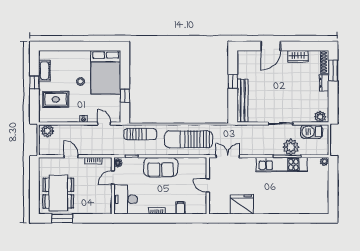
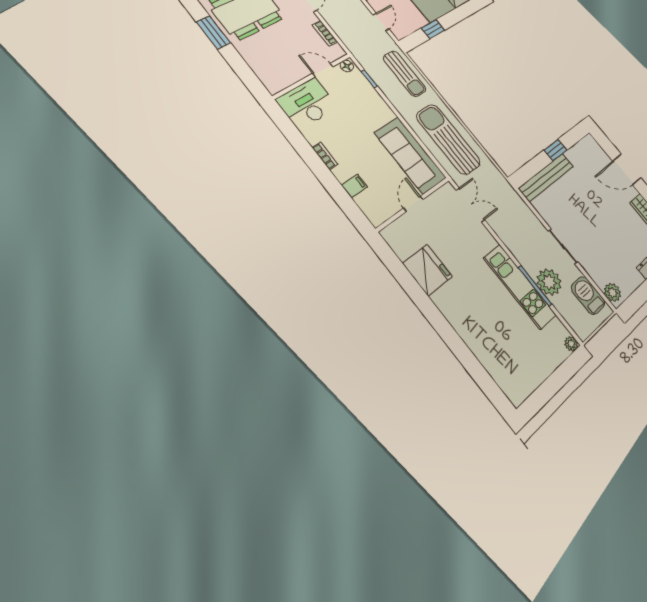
sofa: (161, 167) -> (410, 155), moved, width x1.36

